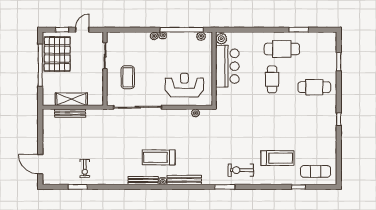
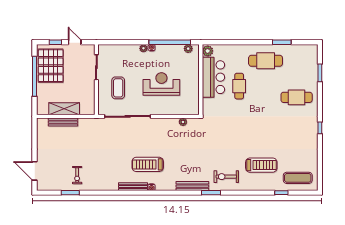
door: (82, 30) -> (75, 42), hinge flipped
cafe table: (272, 79) -> (239, 86), moved
reception desk: (184, 85) -> (161, 84), moved
bench: (184, 180) -> (192, 186), moved

